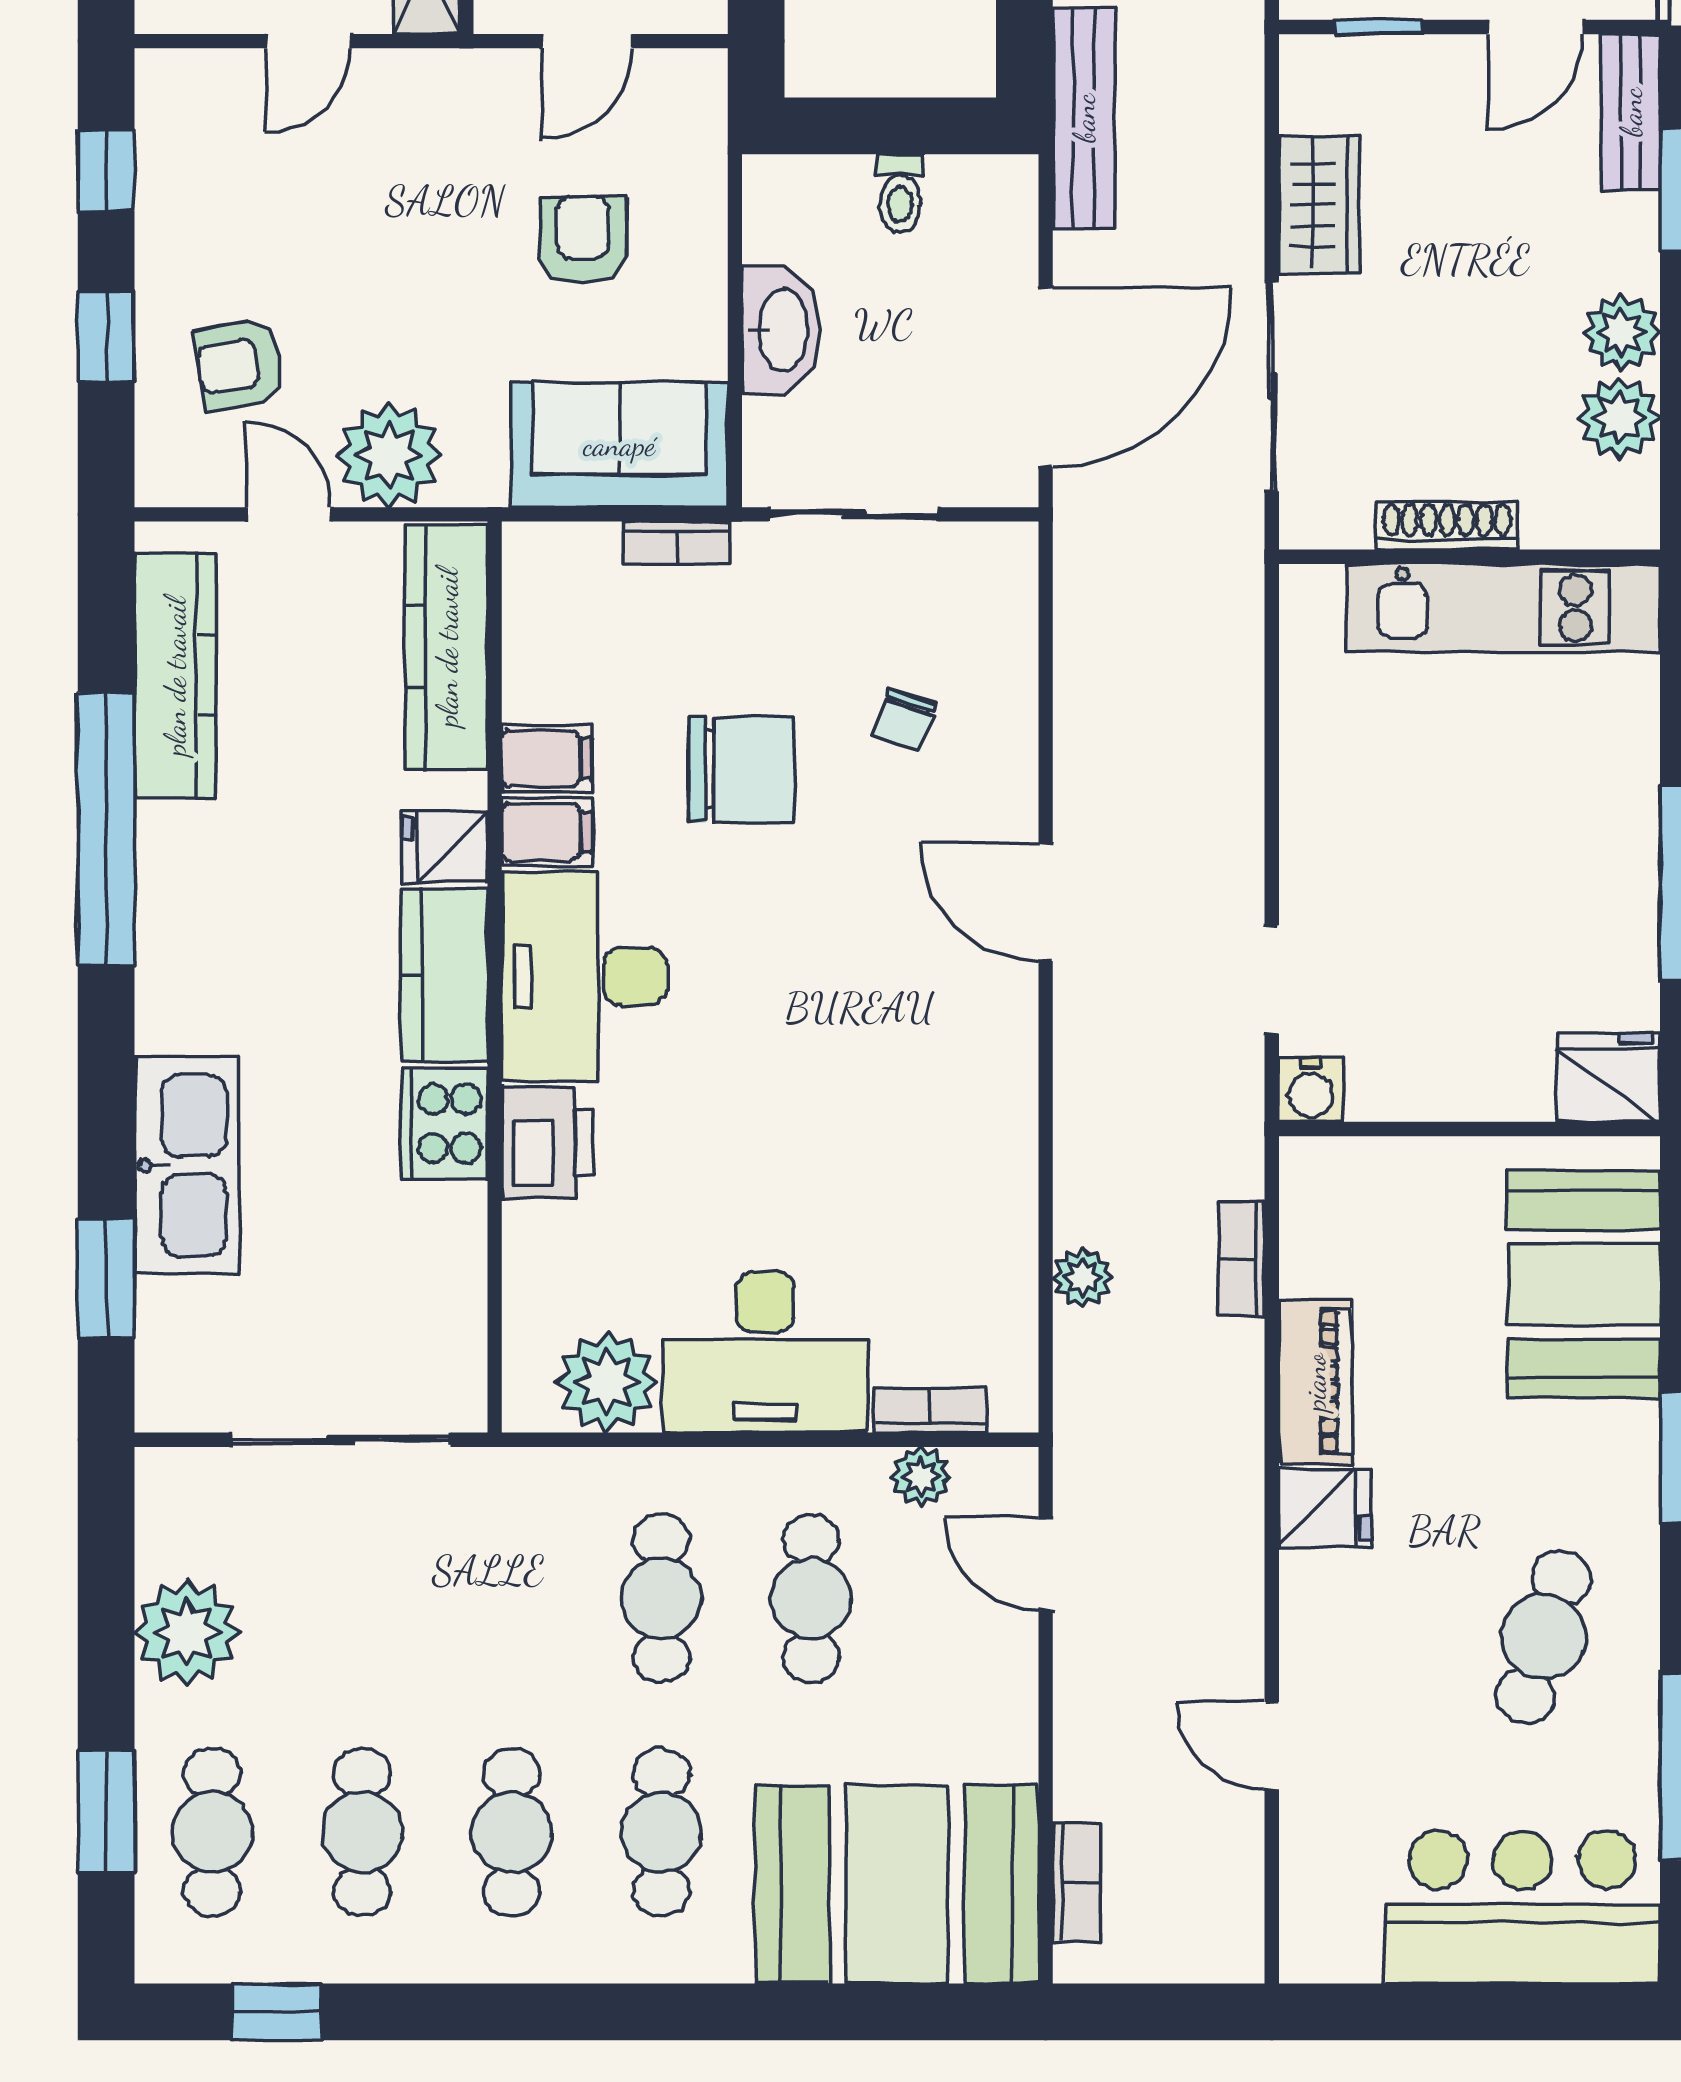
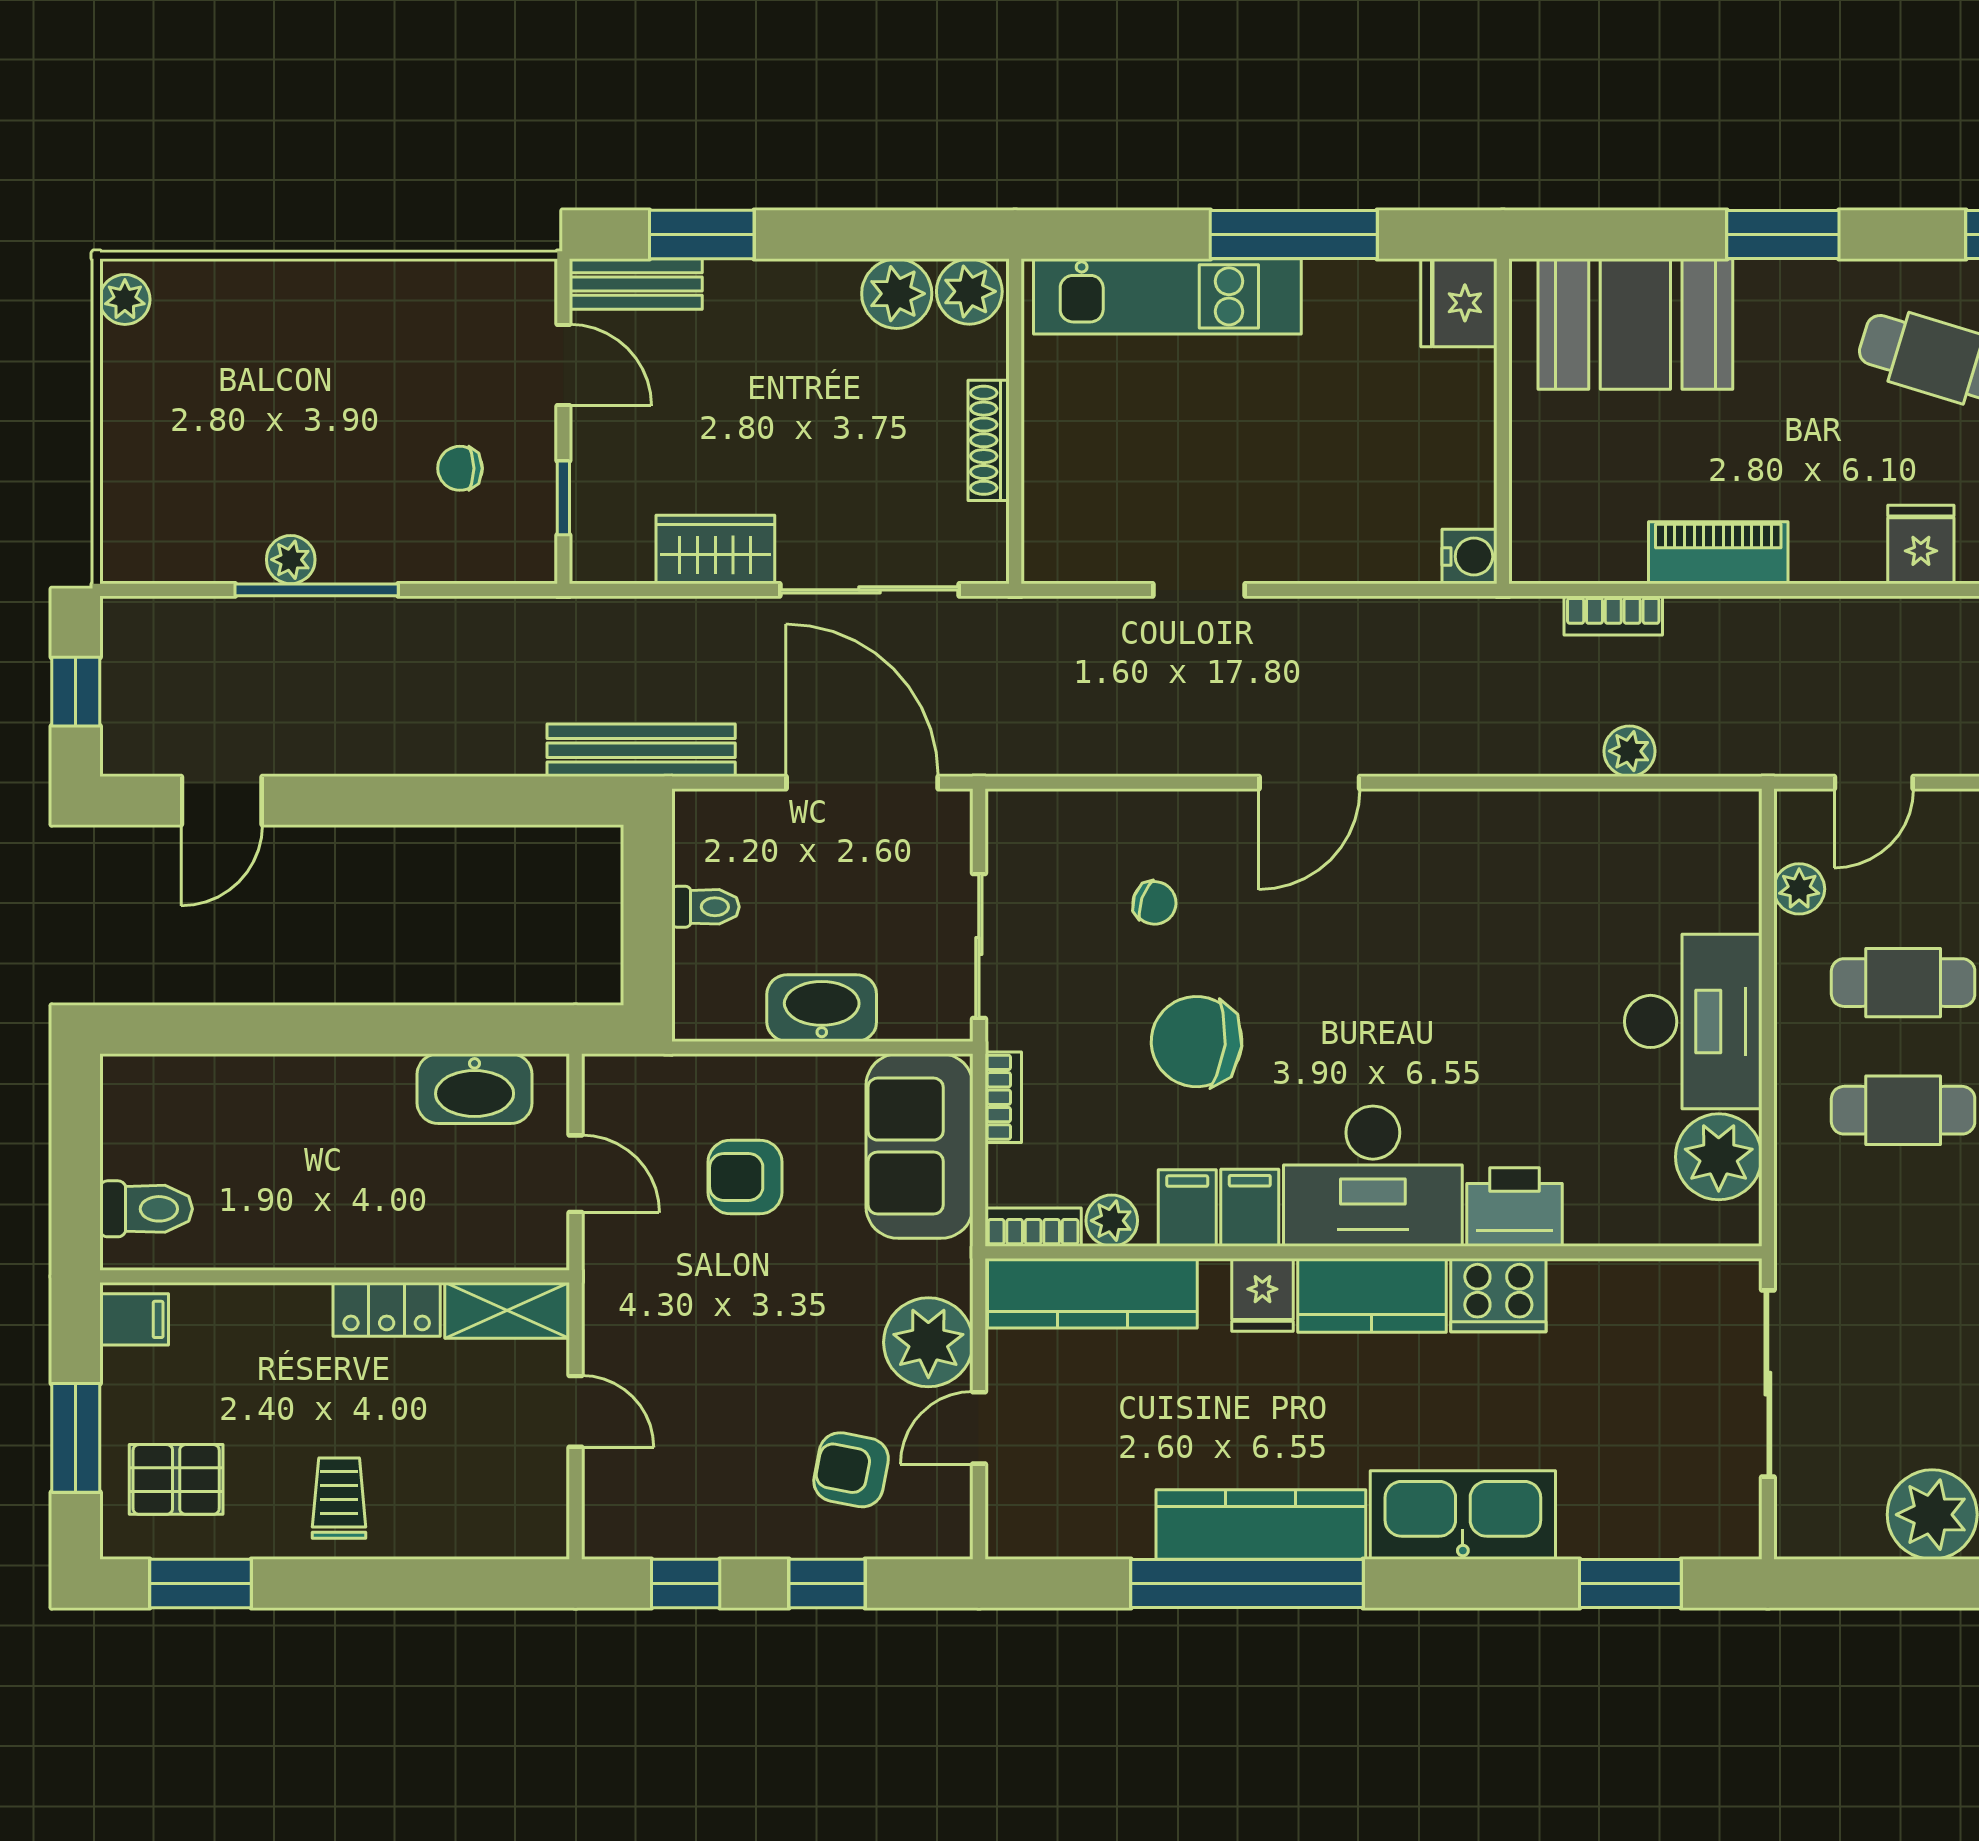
plant: (1622, 333) -> (969, 291), moved
armchair: (240, 364) -> (851, 1470), turned 111
kitchen unit: (1503, 608) -> (1167, 296), moved, turned 90
plant: (532, 670) -> (1112, 1221), added
kitchen counter: (175, 676) -> (1261, 1525), moved
chair: (742, 770) -> (1197, 1042), turned -84
doorway: (1272, 980) -> (1199, 590), moved
kitchen sink: (186, 1165) -> (1463, 1515), moved
bookcase: (930, 1410) -> (1033, 1227), moved, turned 90
fridge: (1325, 1507) -> (1921, 544), moved

